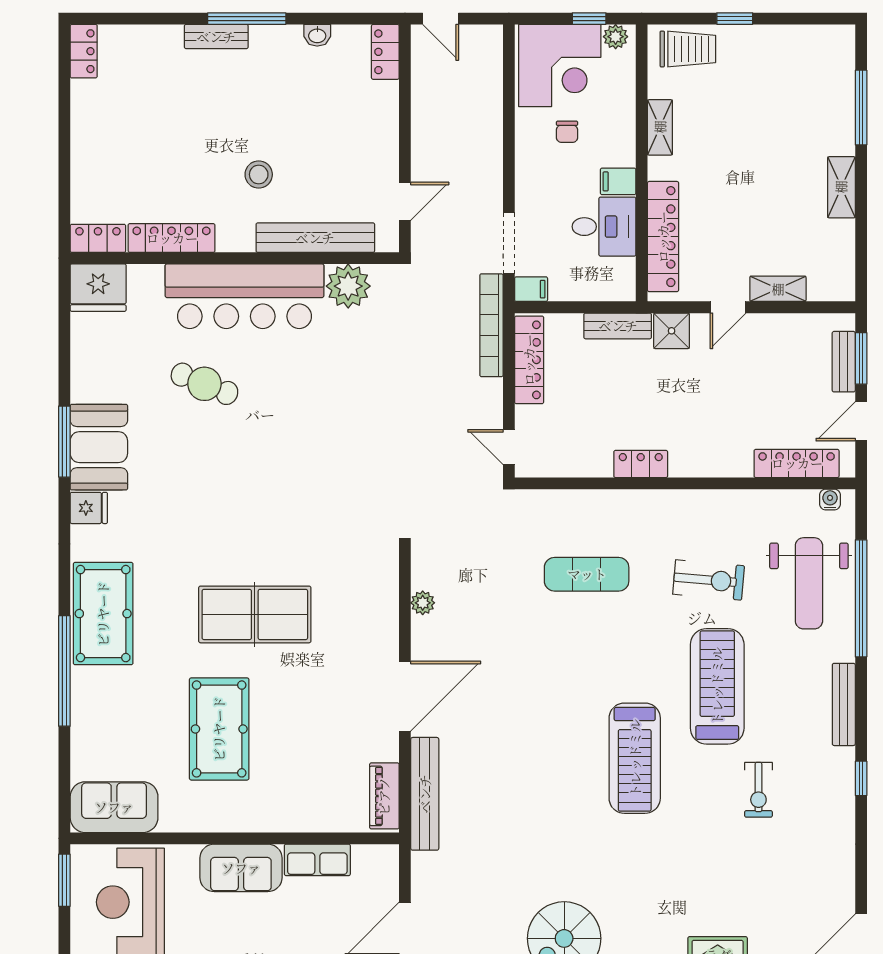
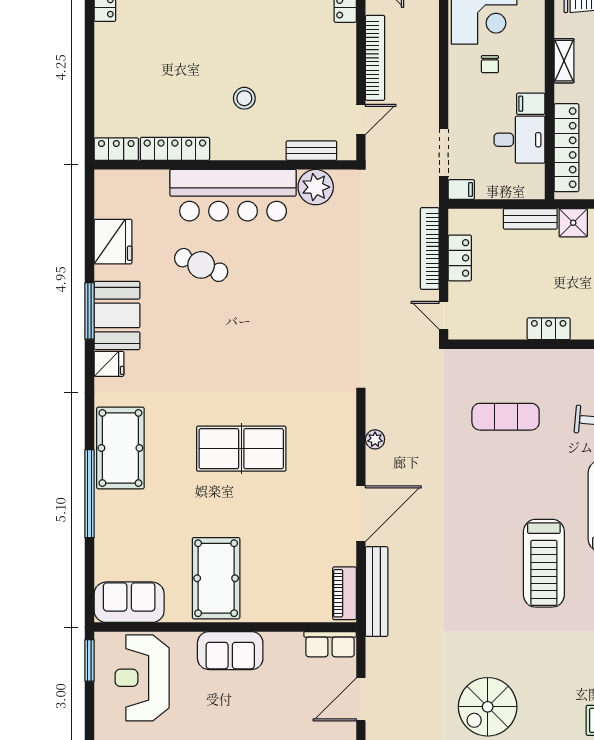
bookcase: (423, 124) -> (375, 58), added
bench: (315, 238) -> (311, 151), width x0.54, depth x0.82
fridge: (98, 288) -> (113, 242), moved, turned -90
bookcase: (491, 325) -> (430, 249), moved
locker: (529, 360) -> (460, 258), width x0.66
pool table: (219, 729) -> (216, 578), moved
row of seats: (317, 860) -> (330, 644), moved

